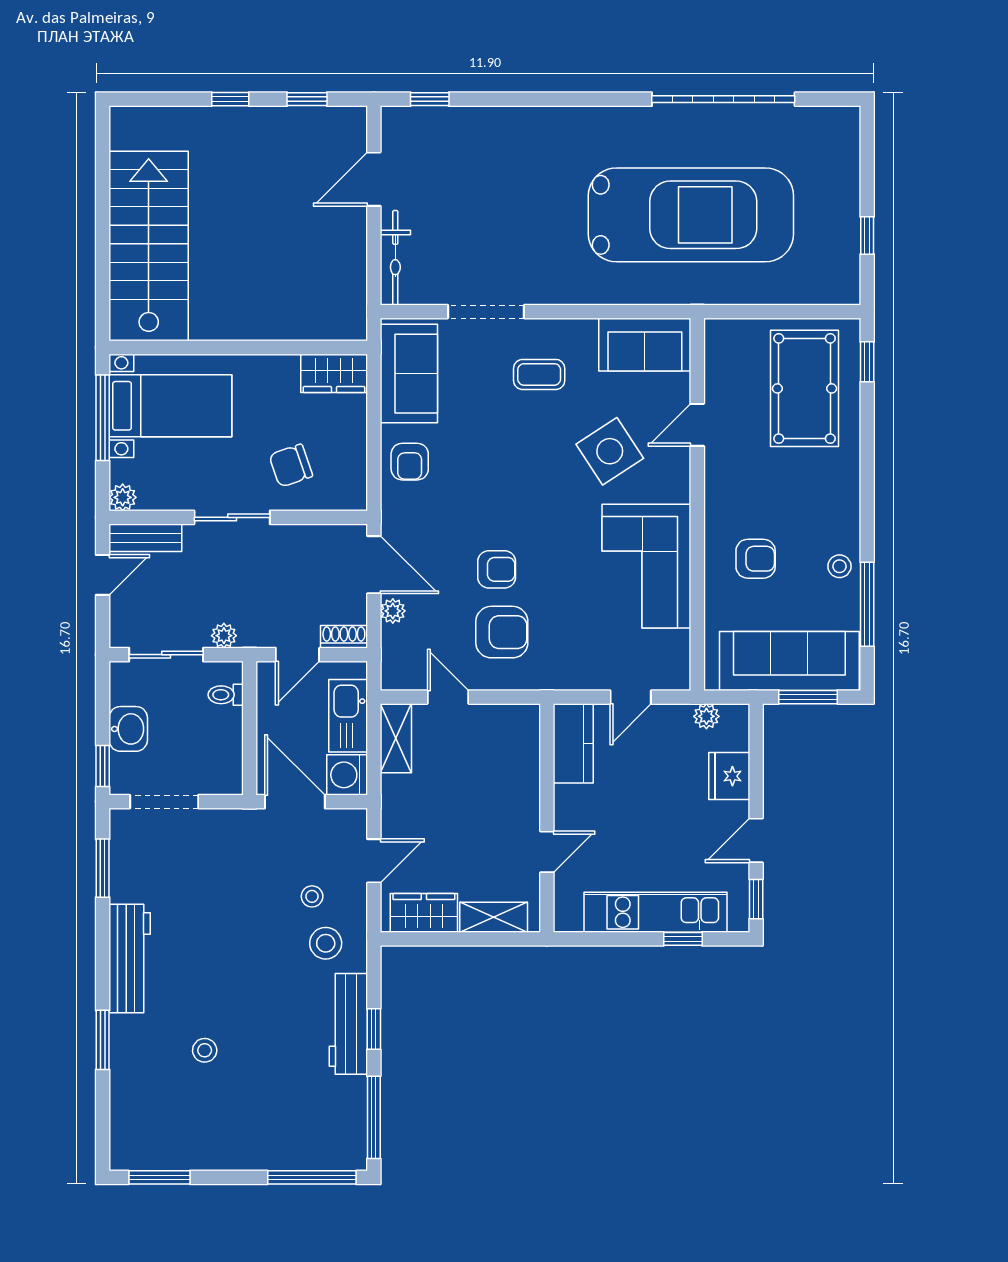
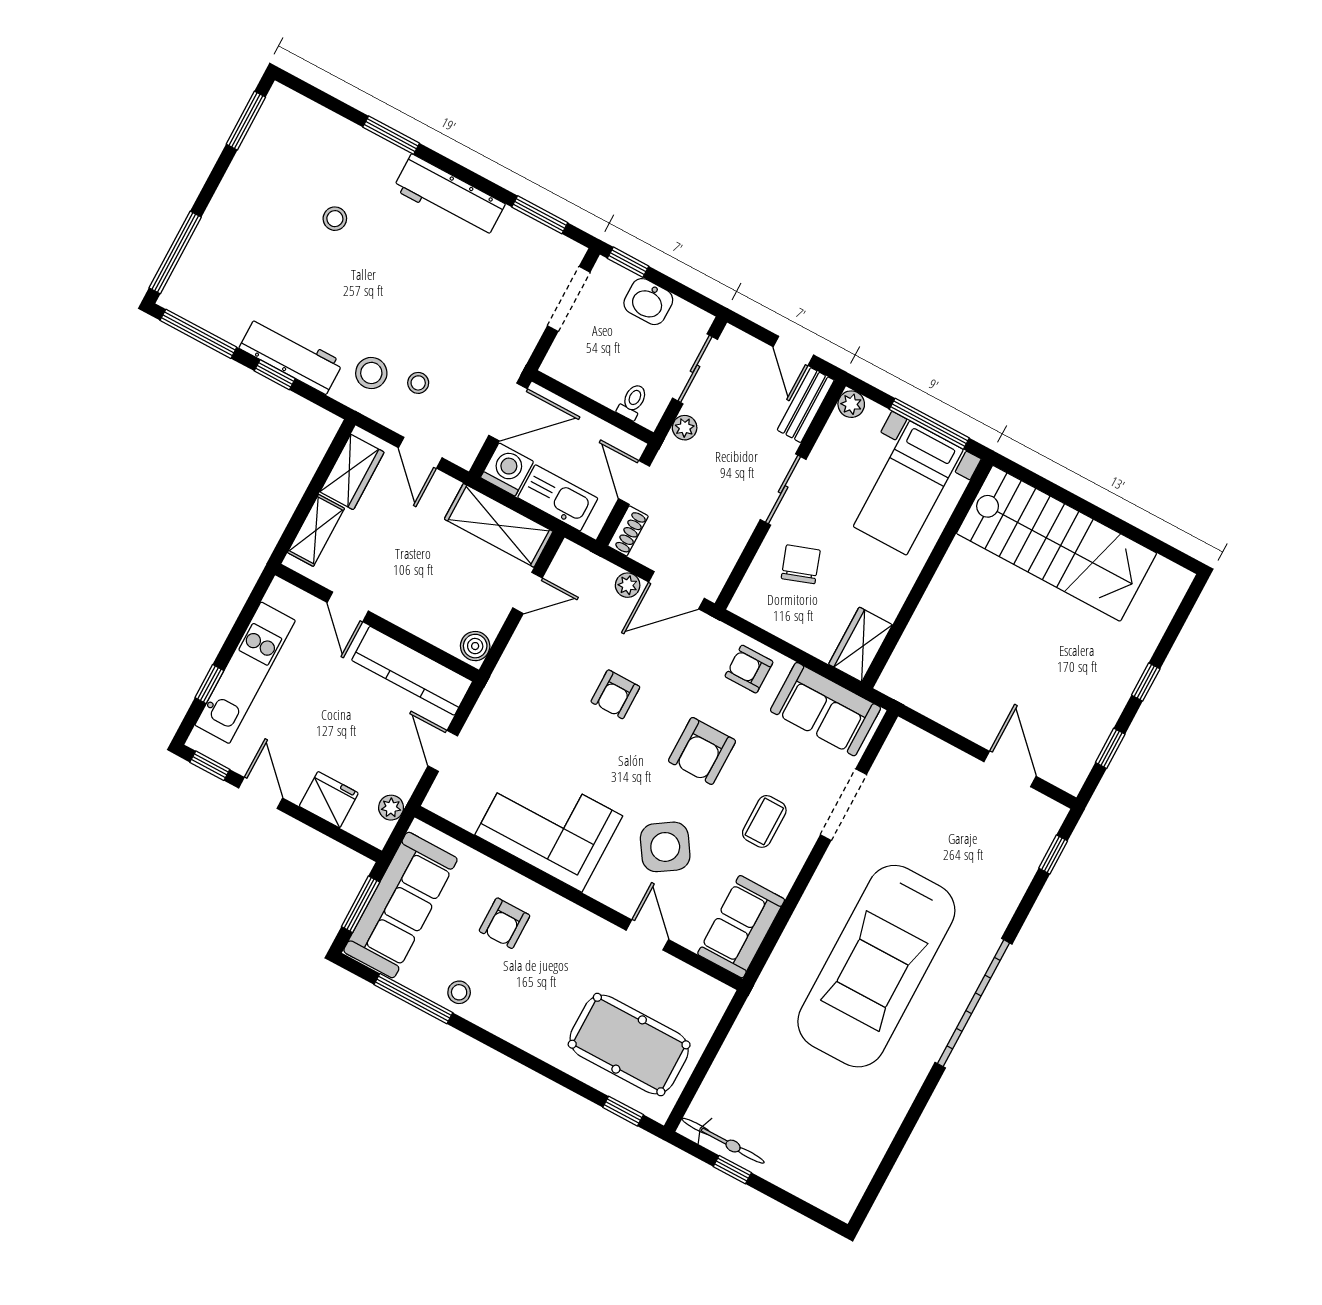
garage door: (723, 99) -> (973, 1003), moved
car: (691, 215) -> (876, 966), moved
bicycle: (395, 258) -> (723, 1141), moved, turned 180
armchair: (502, 632) -> (702, 751), moved
boiler: (521, 719) -> (475, 646), added
shelving: (396, 738) -> (499, 525), width x1.50, depth x1.33
kitchen counter: (573, 743) -> (412, 671), width x1.50

